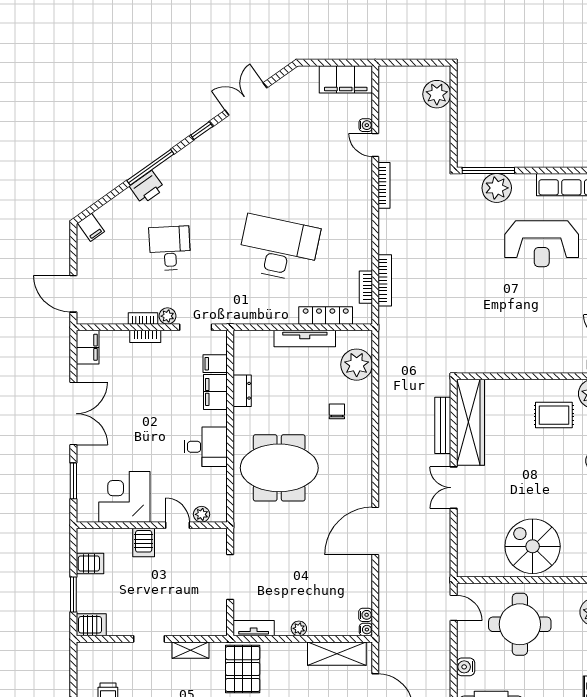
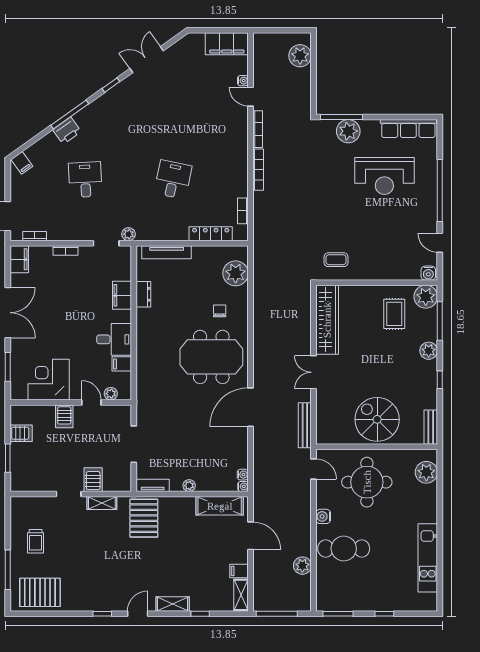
desk: (279, 248) -> (173, 180), width x0.53, depth x0.77
bookcase: (385, 280) -> (258, 170), moved
plant: (167, 316) -> (129, 234), moved
bookcase: (143, 318) -> (35, 236), moved
tv unit: (305, 338) -> (167, 252), moved
coffee table: (481, 348) -> (336, 260), added
filing cabinet: (215, 364) -> (122, 364), moved
rug: (554, 415) -> (394, 314), turned 90
bench: (443, 425) -> (305, 425), moved
meeting table: (279, 468) -> (211, 357), moved
server rack: (91, 625) -> (93, 480), moved, turned -90

